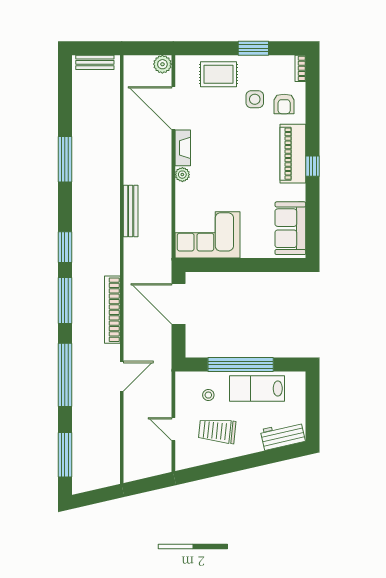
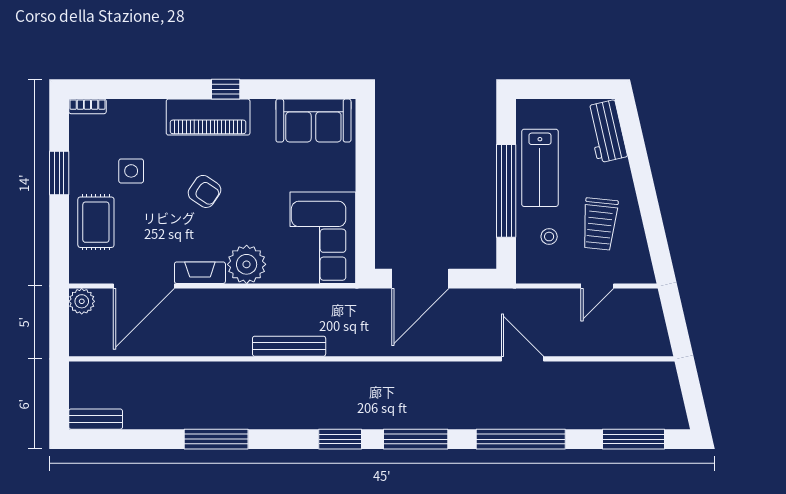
bench: (95, 62) -> (96, 419), moved, turned 90
armchair: (284, 104) -> (205, 191), moved, turned 34
plant: (182, 175) -> (247, 264), width x1.88, depth x1.88
bookcase: (112, 310) -> (429, 372), removed

